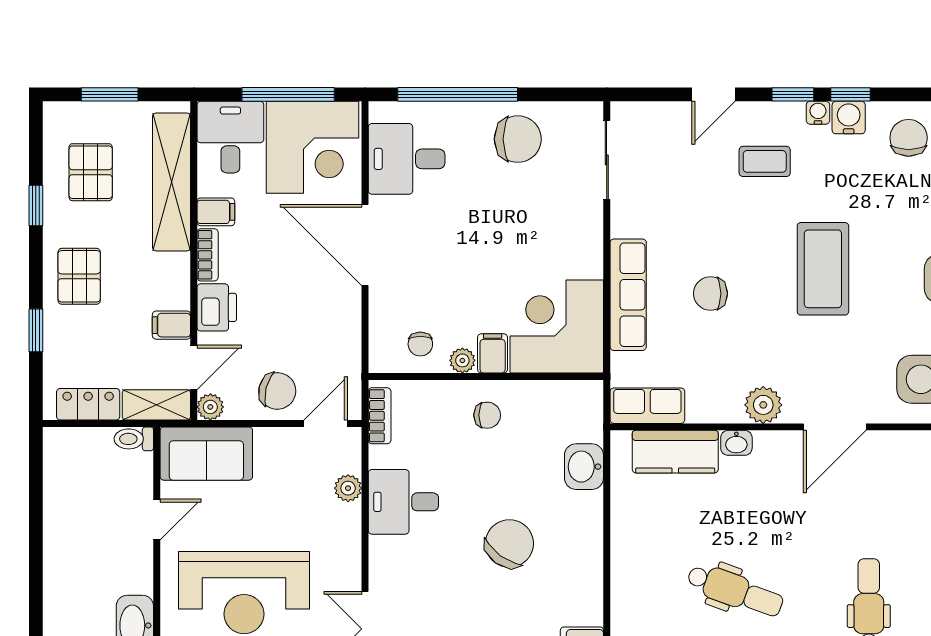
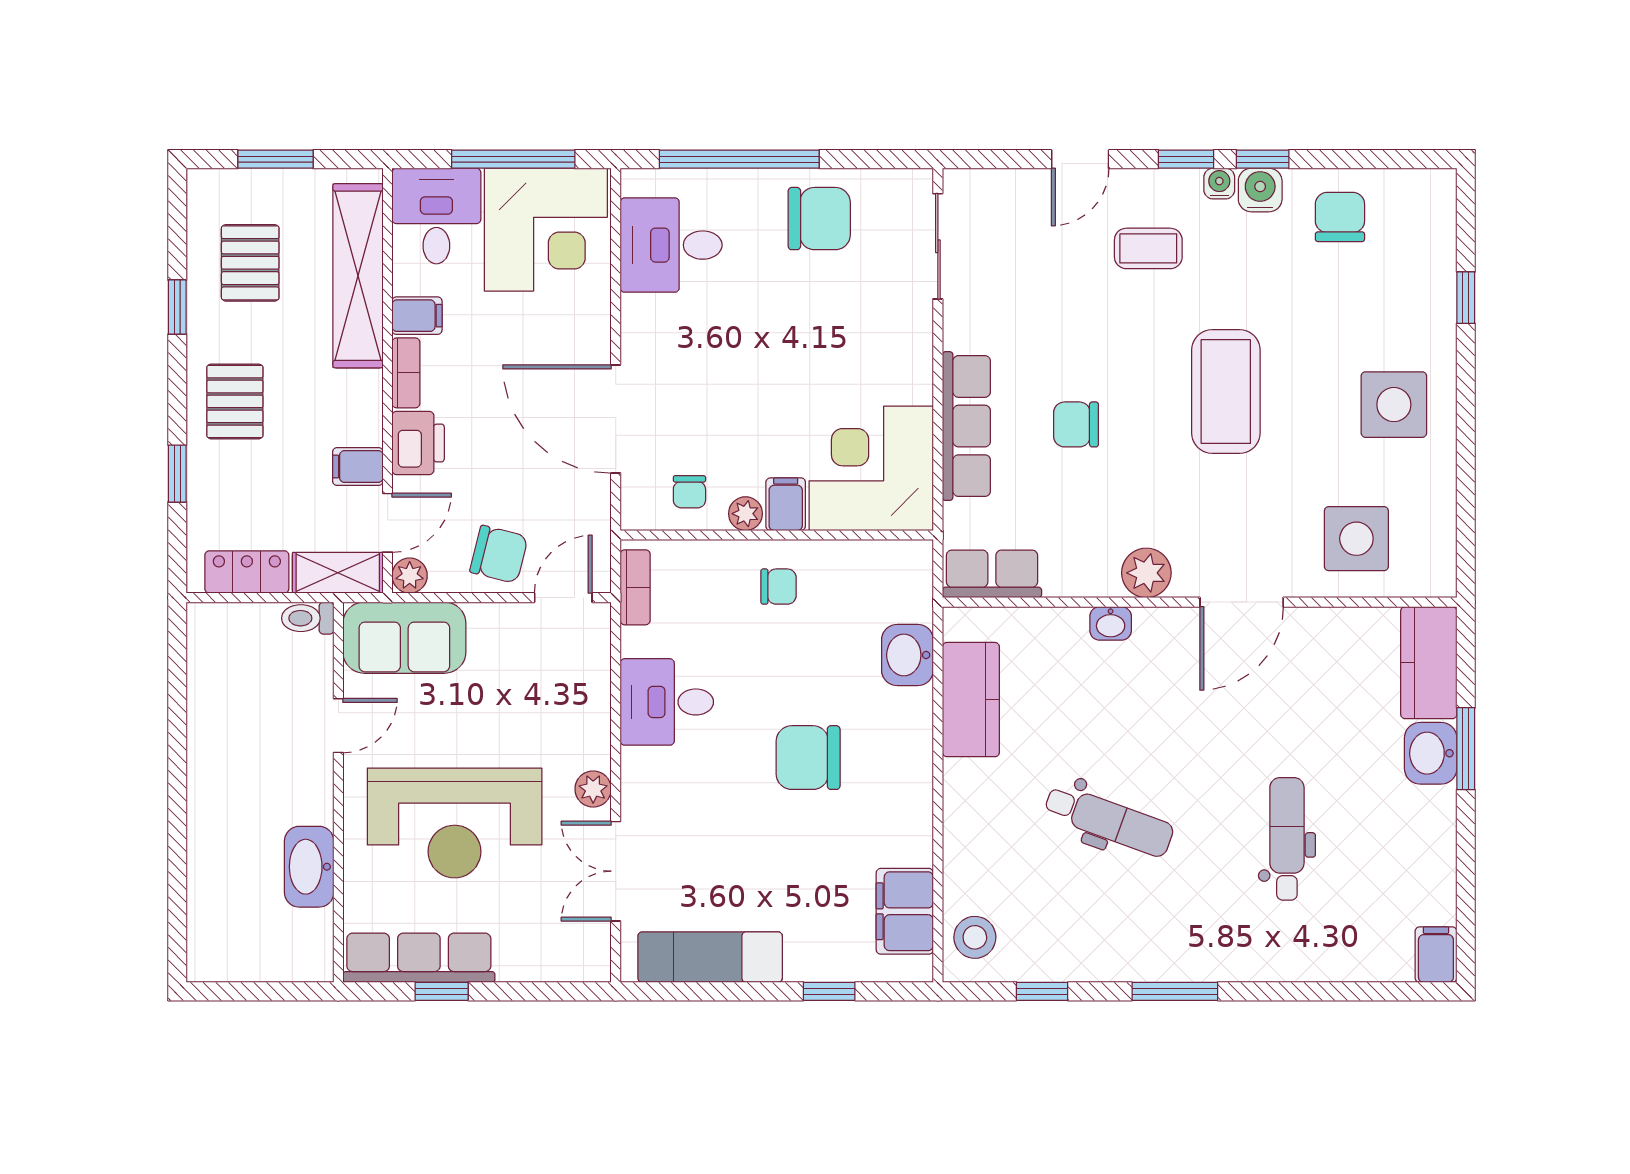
door: (365, 245) -> (616, 419), moved
kitchen counter: (675, 452) -> (971, 700), moved, turned -90
plant: (348, 488) -> (593, 789), moved
chair: (509, 544) -> (808, 758), turned -126

